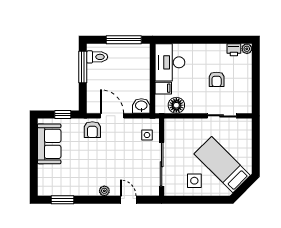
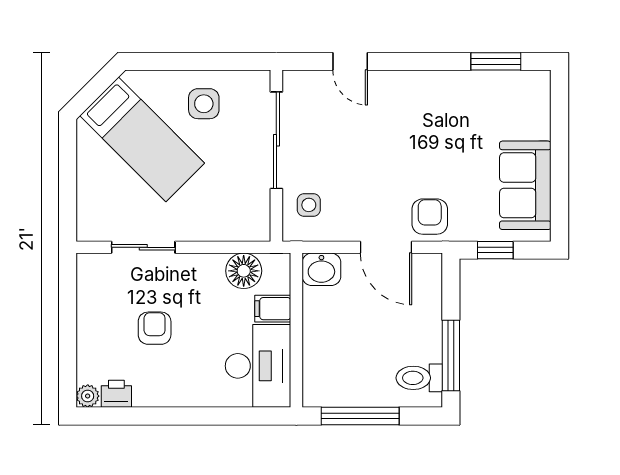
plant: (104, 191) -> (403, 81), removed

